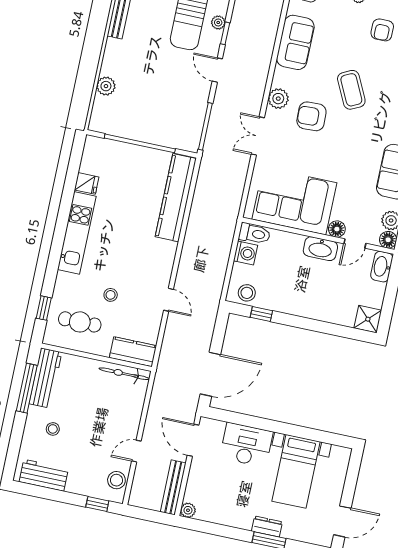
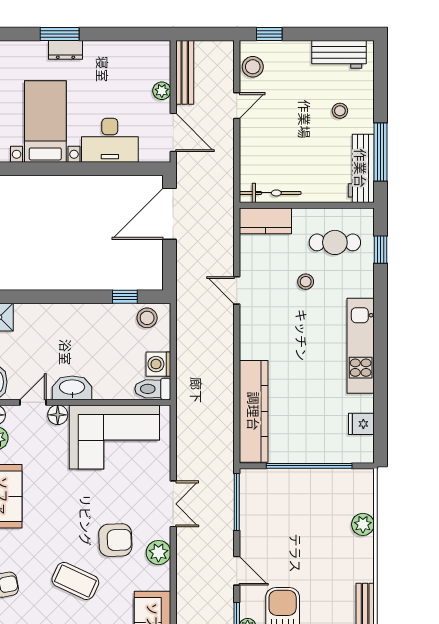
coffee table: (351, 90) -> (75, 581), turned -39
fridge: (87, 183) -> (361, 424), moved
plant: (188, 510) -> (162, 91), moved

